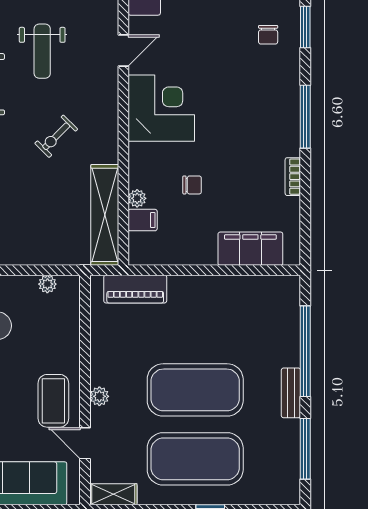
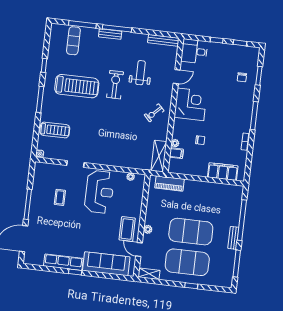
weight bench: (42, 51) -> (140, 73), turned 180
exercise bike: (56, 136) -> (154, 113), moved
shelving: (105, 215) -> (159, 156), width x0.68

